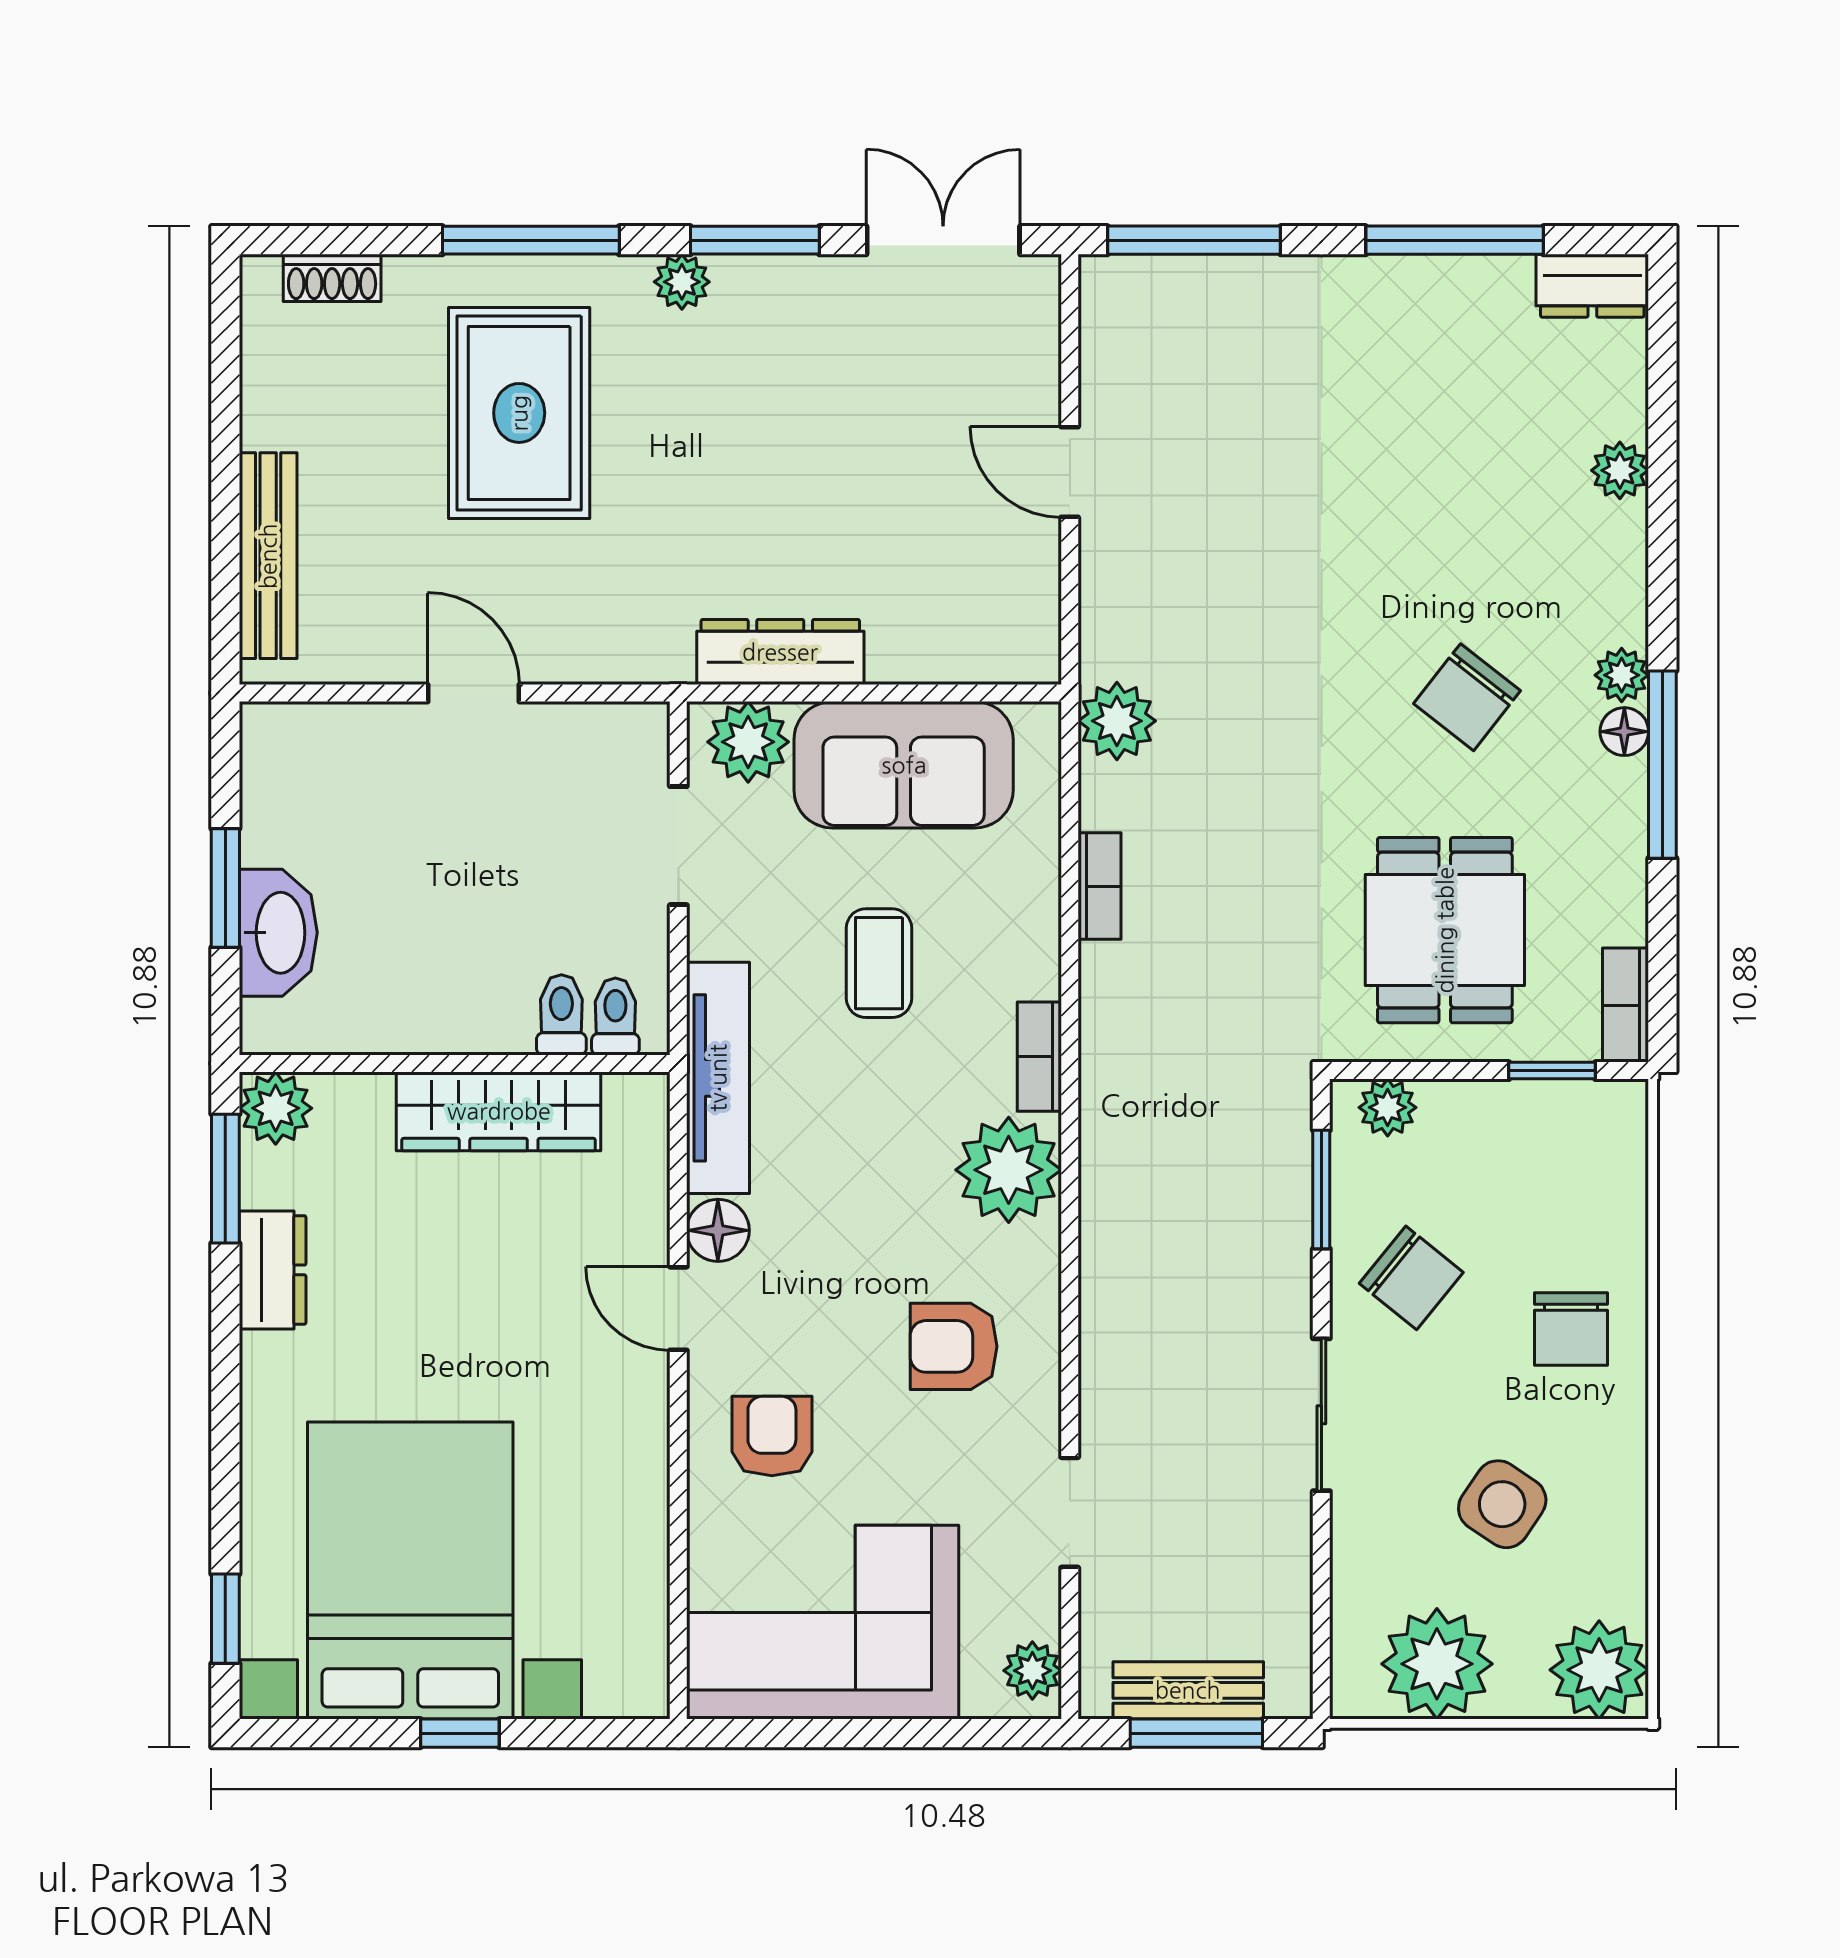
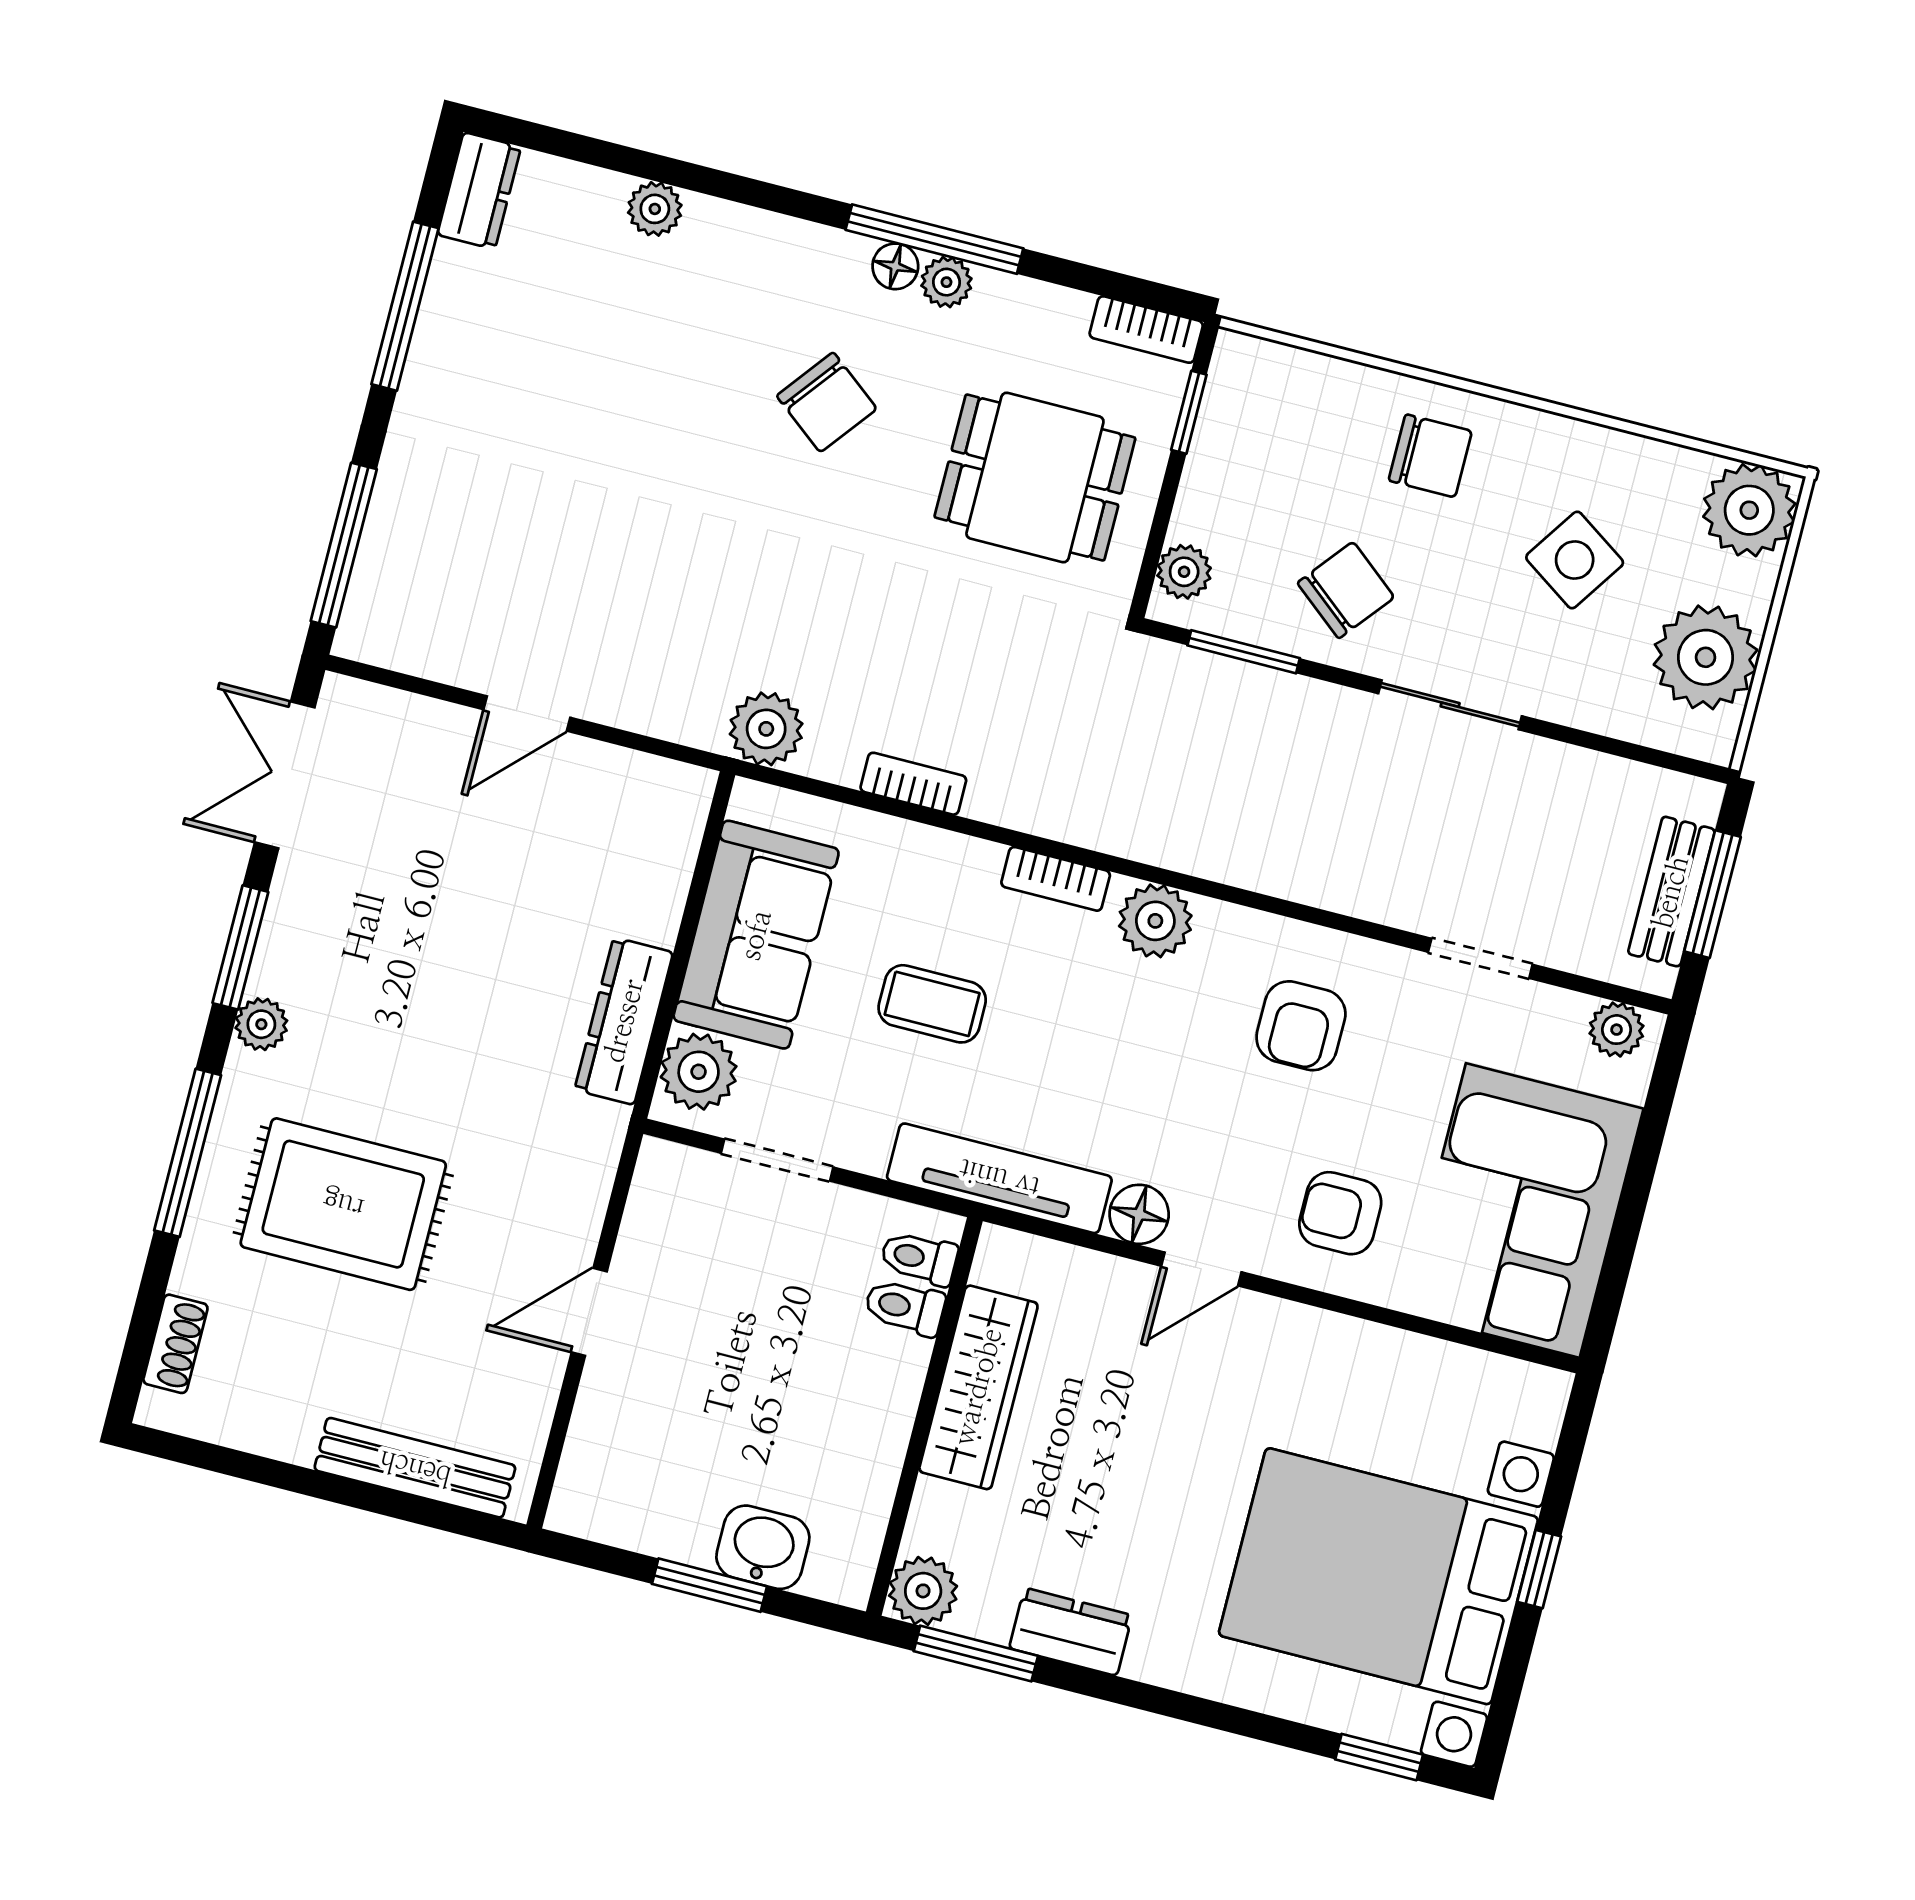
plant: (1622, 675) -> (946, 282), moved
washbasin: (278, 933) -> (763, 1547), width x0.72
plant: (1009, 1170) -> (1155, 921), width x0.73, depth x0.73

